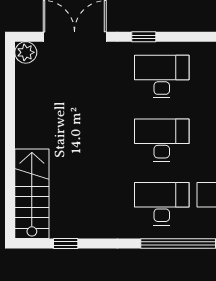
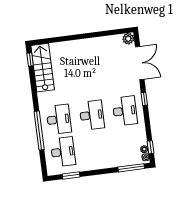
stairs: (32, 194) -> (43, 68), moved, turned -90
window: (66, 243) -> (30, 60), moved

